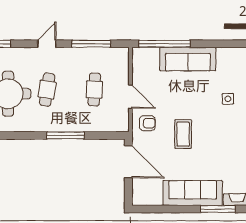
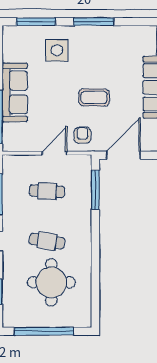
side table: (228, 99) -> (57, 50), width x1.87, depth x1.87
window: (65, 135) -> (95, 190), moved

